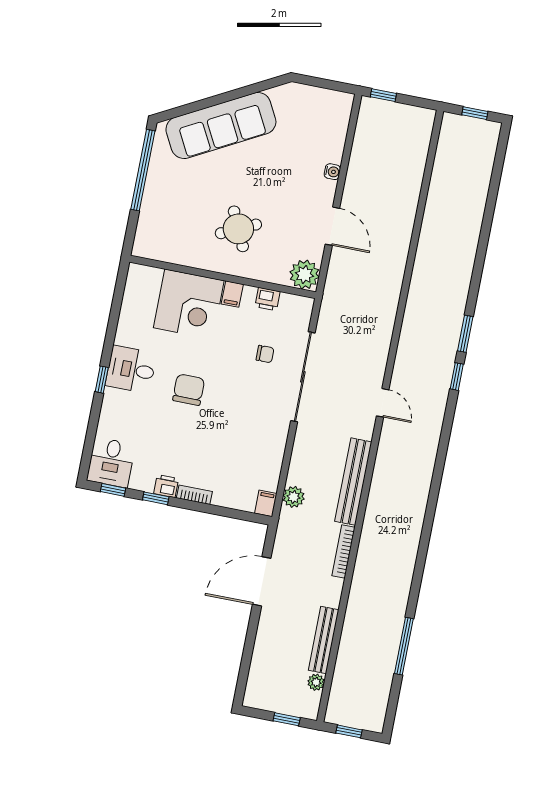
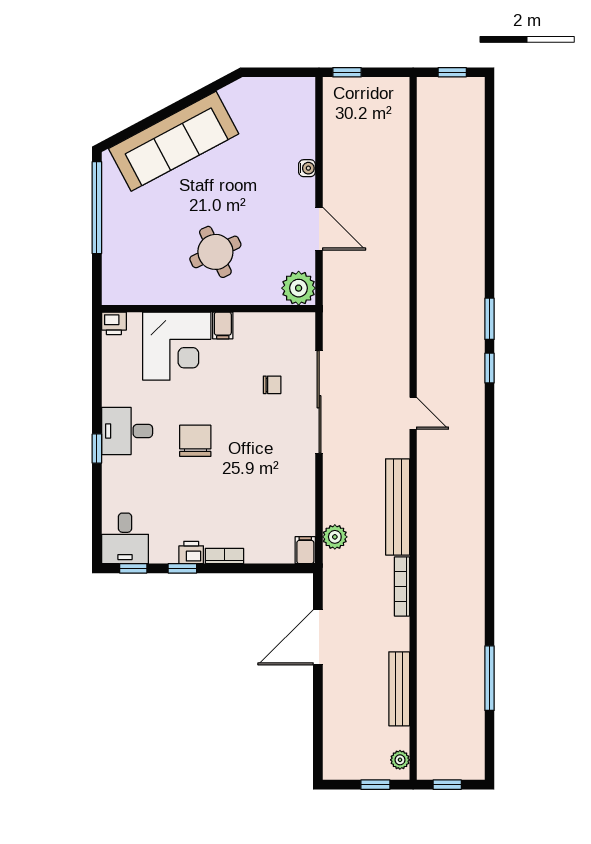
printer: (268, 299) -> (114, 323), moved
plant: (316, 682) -> (400, 760), moved

